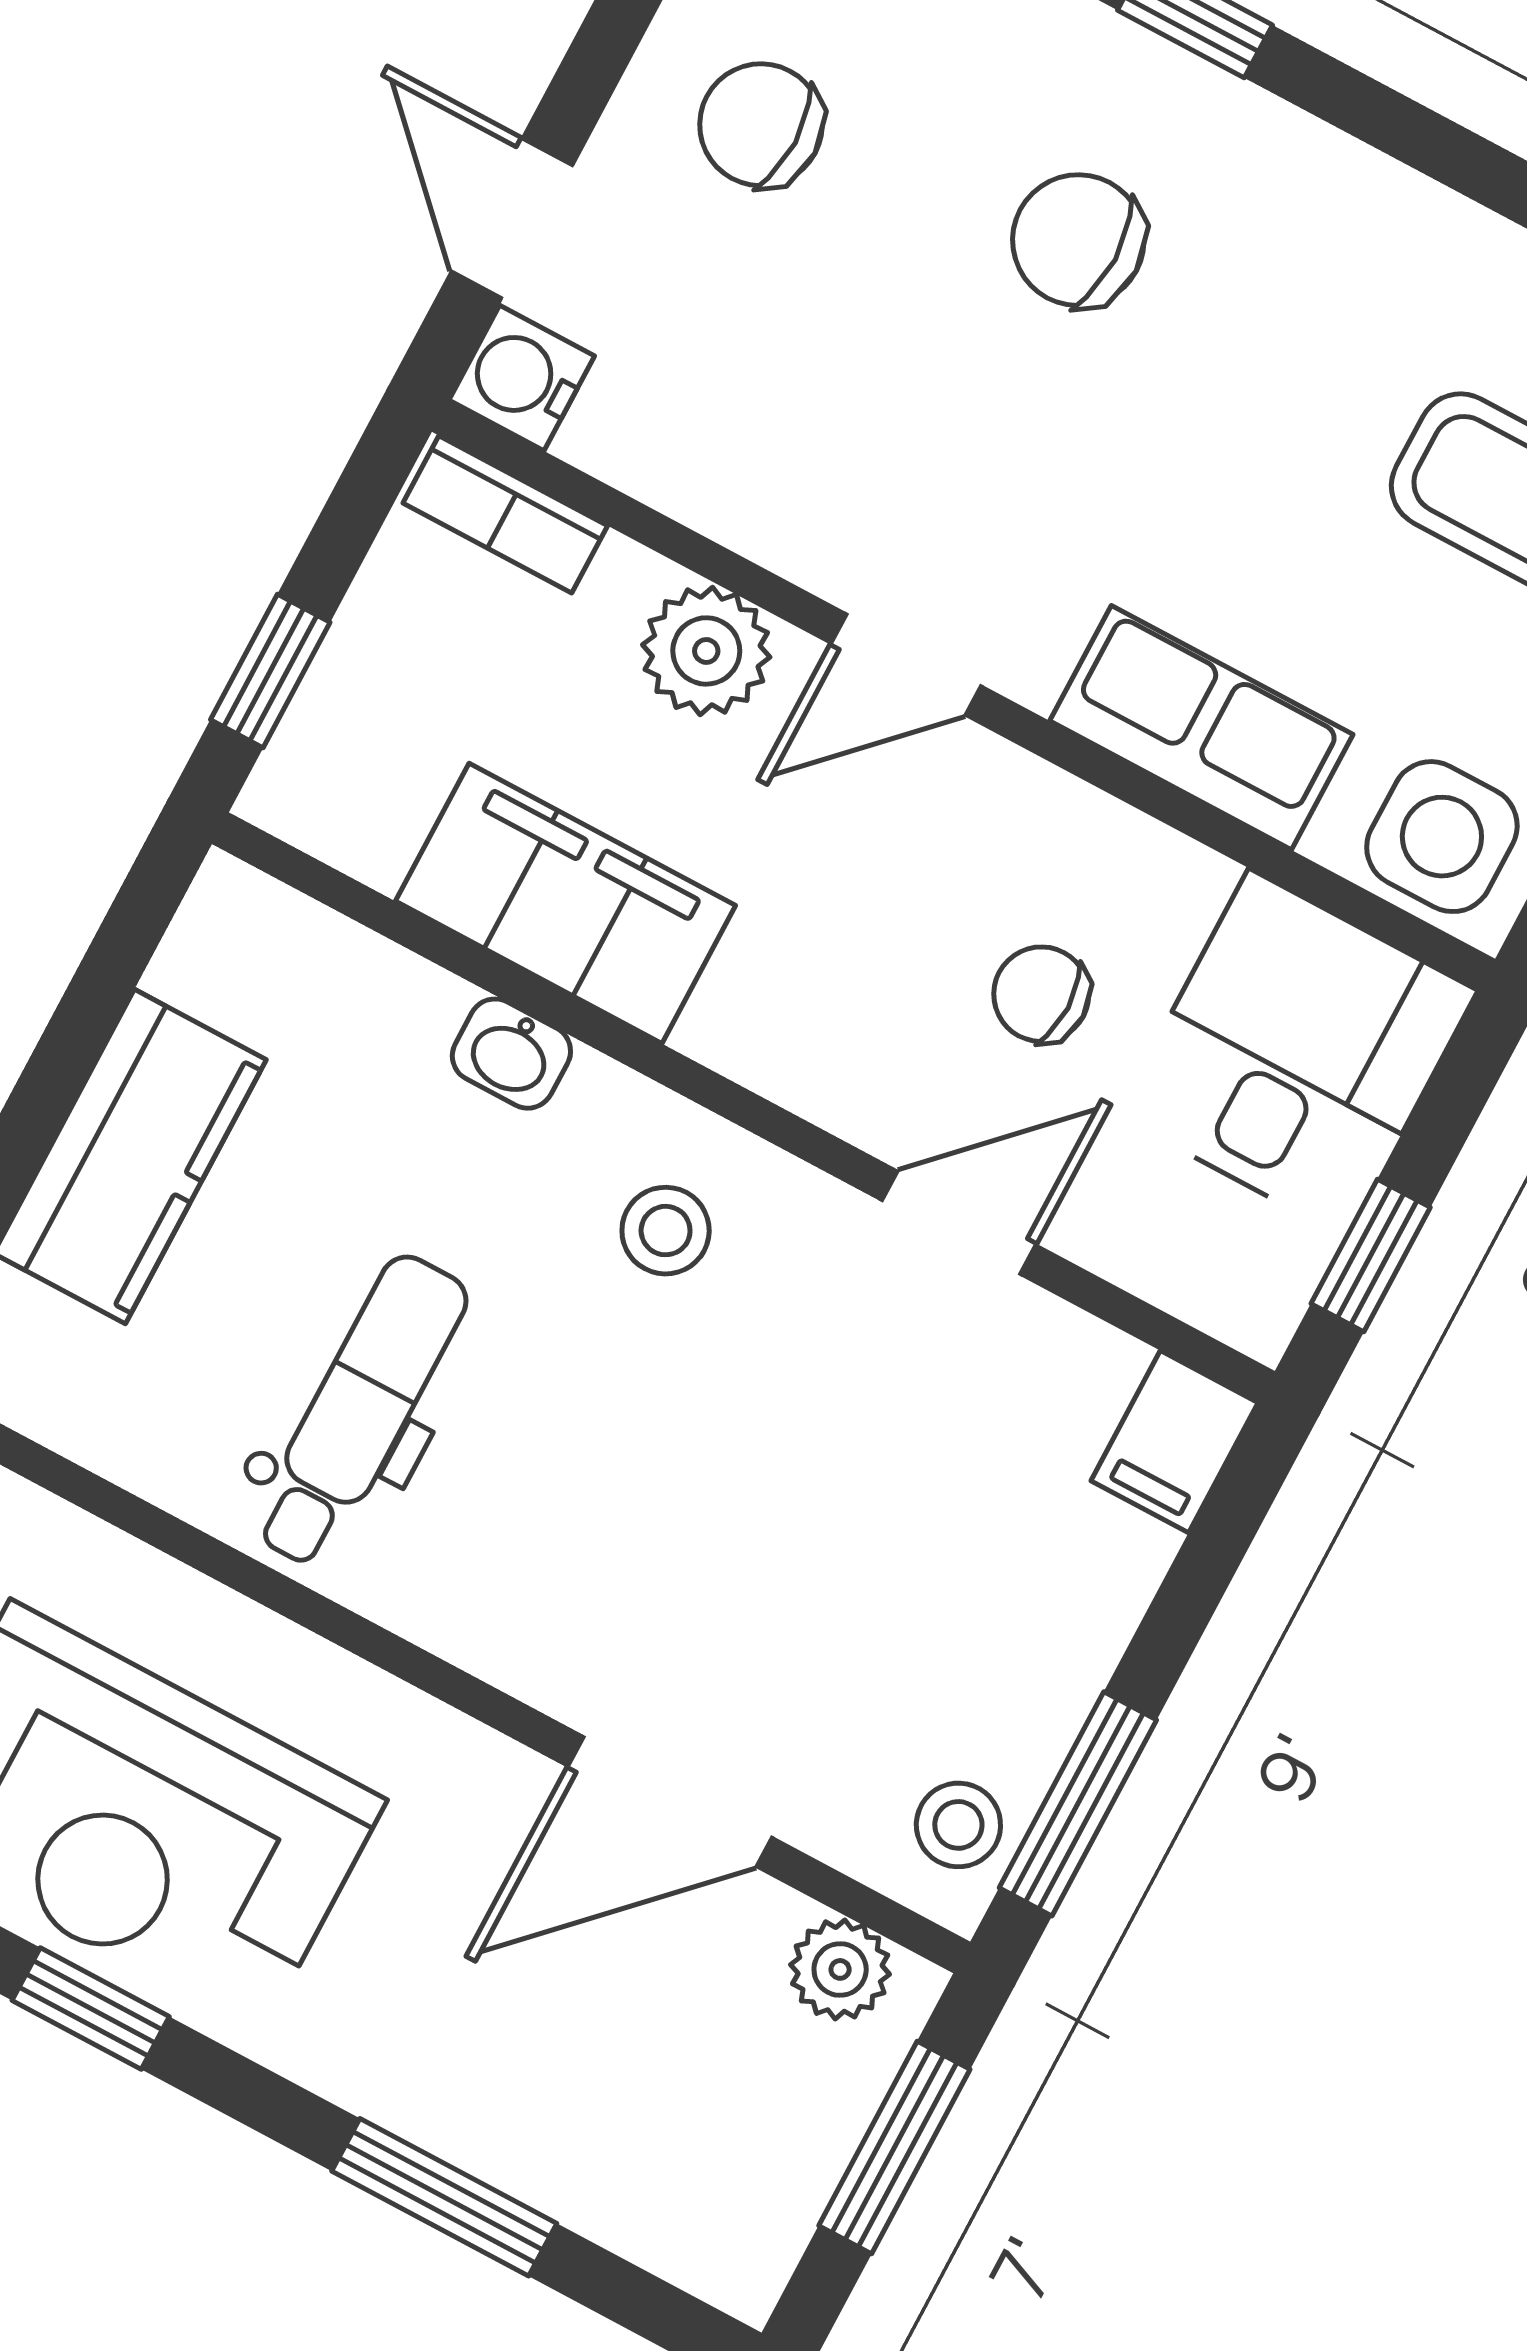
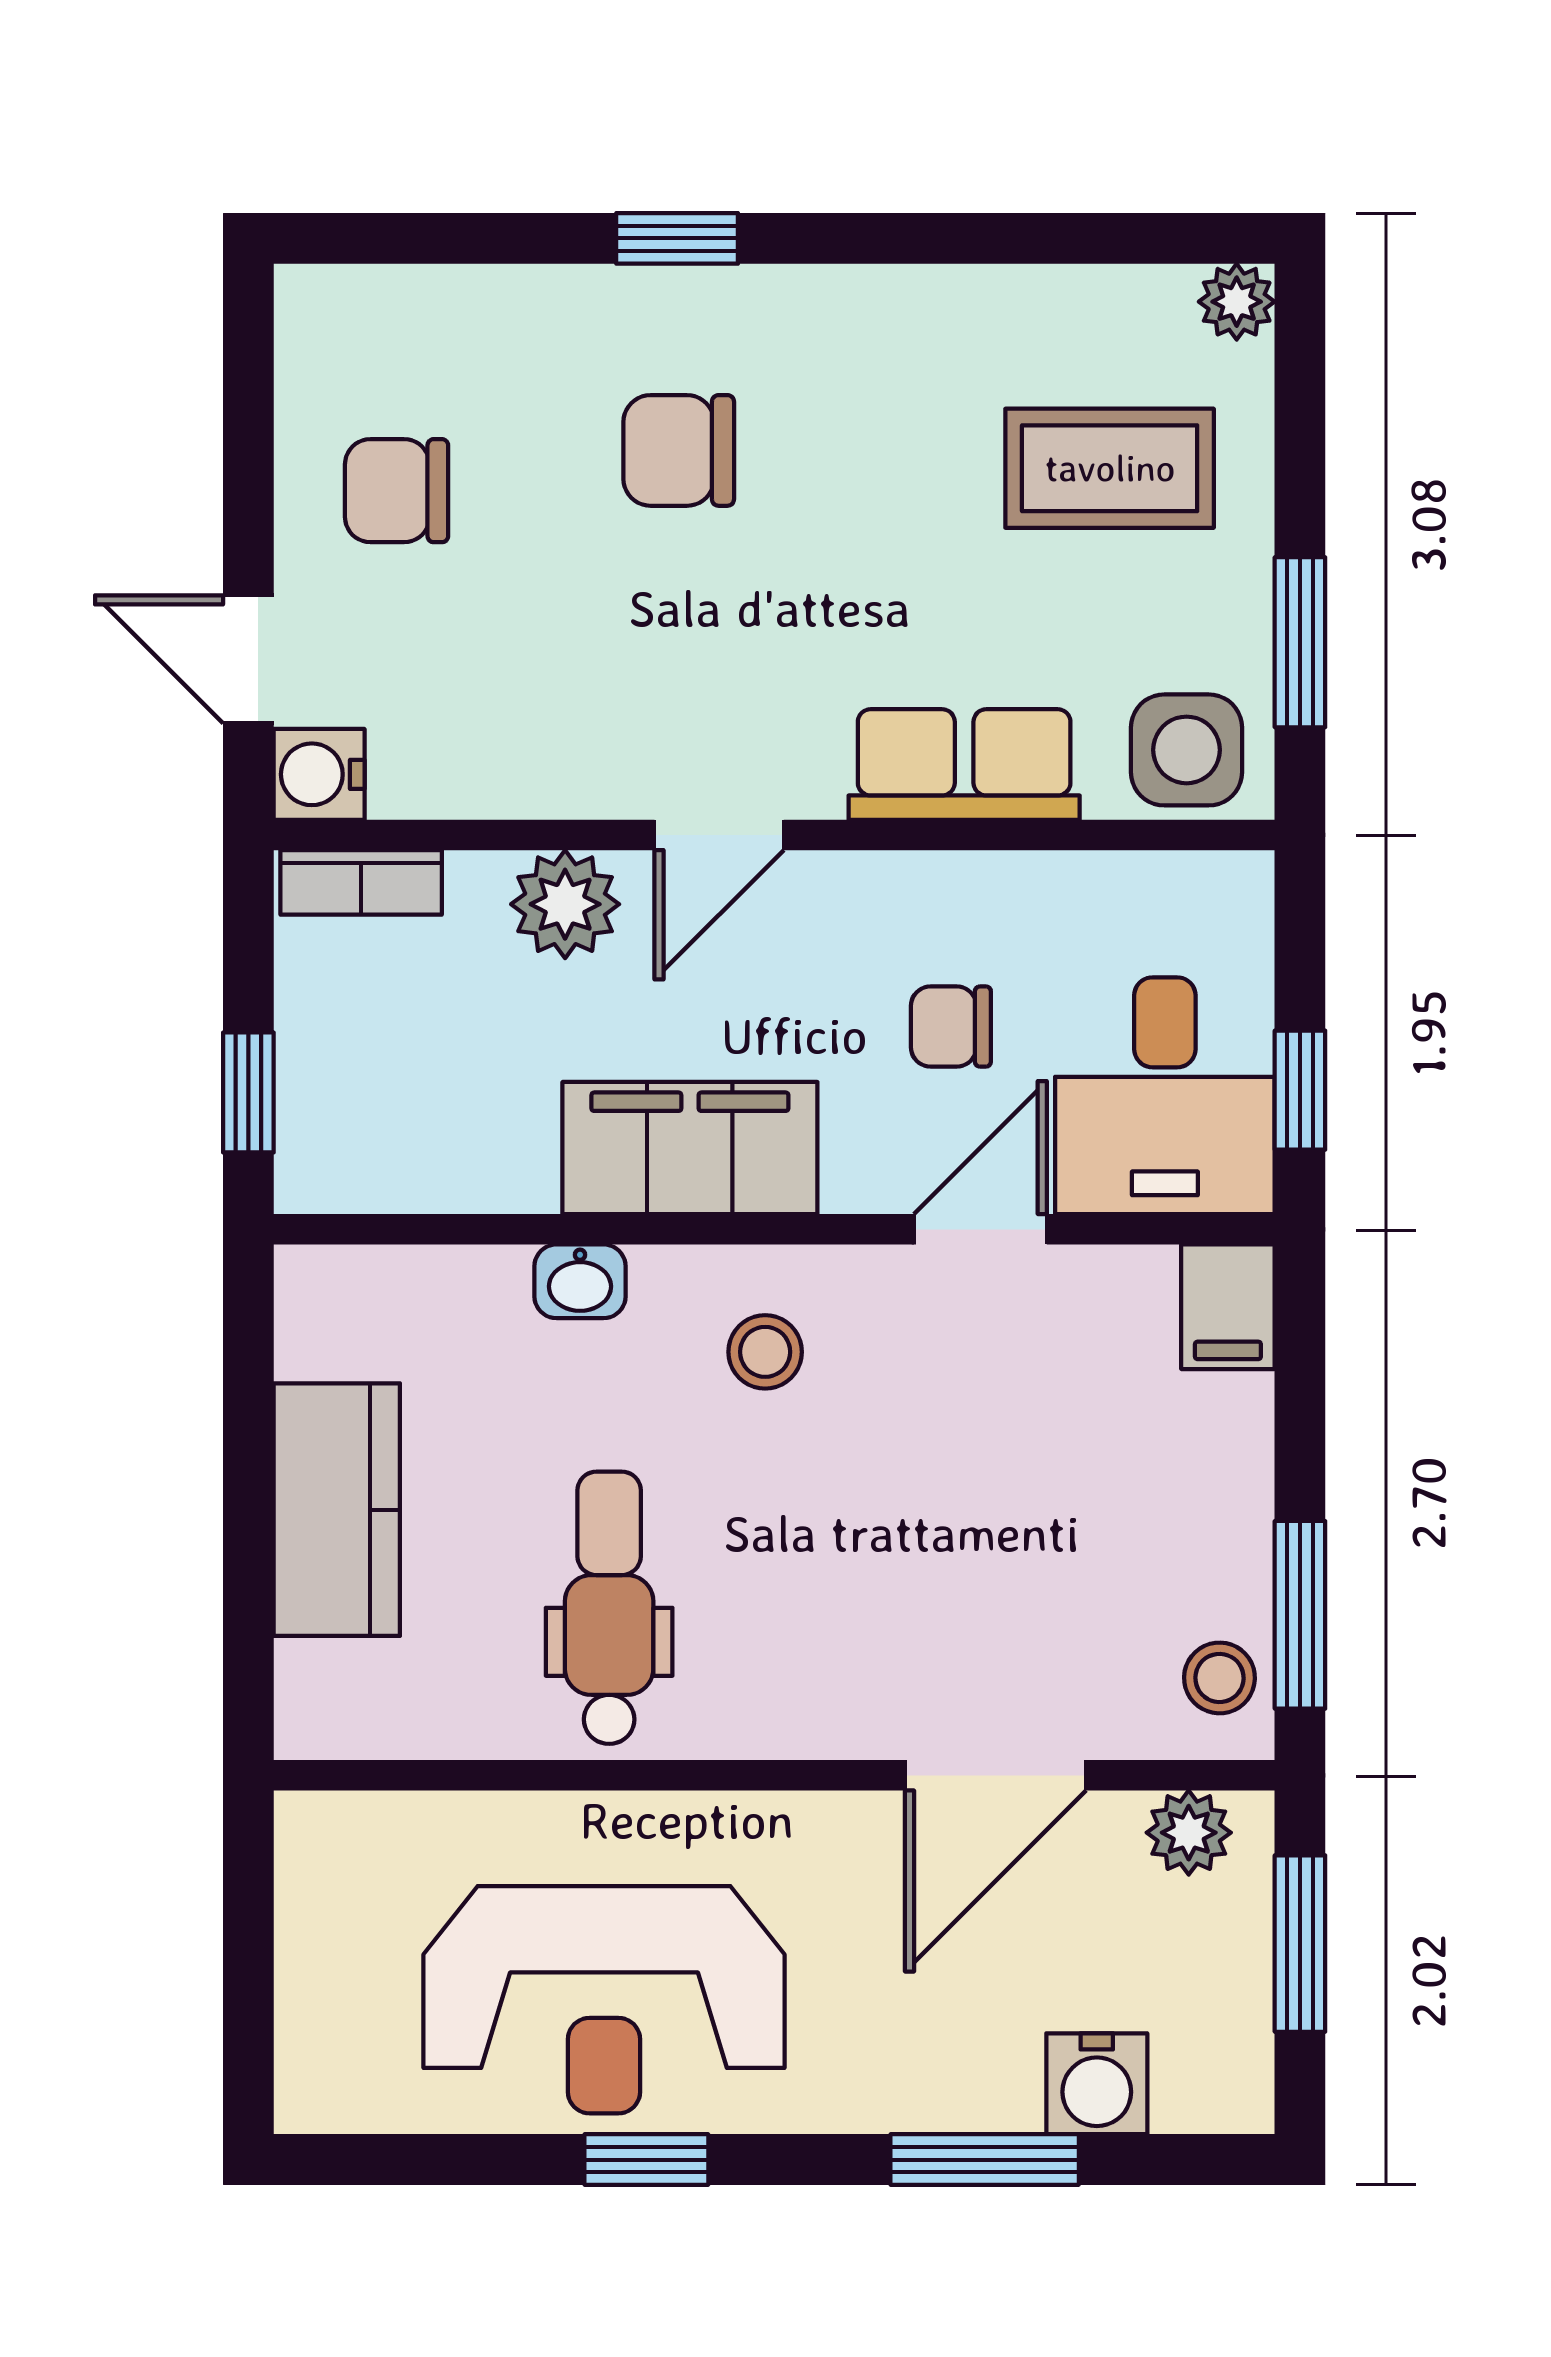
filing cabinet: (565, 903) -> (690, 1148), moved
desk: (1297, 1053) -> (1165, 1096), moved, turned 180
water cooler: (604, 2181) -> (1097, 2084), added

